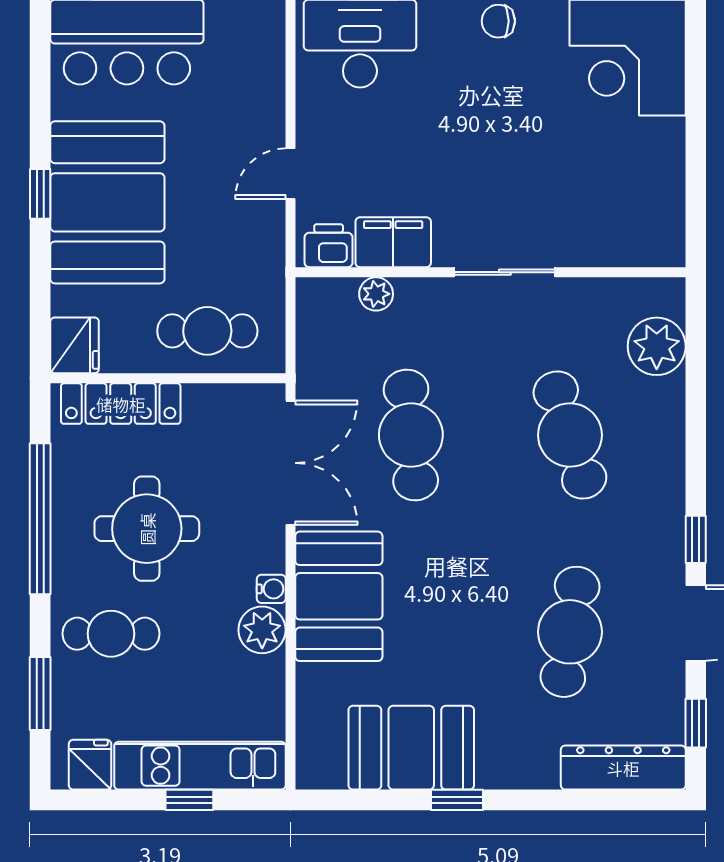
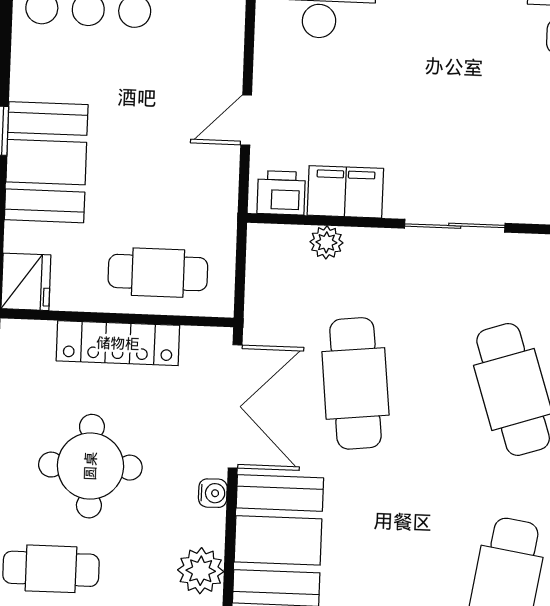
booth: (107, 202) -> (46, 162), width x0.73, depth x0.70
locker: (121, 404) -> (118, 343), moved
water cooler: (271, 589) -> (213, 493), moved

